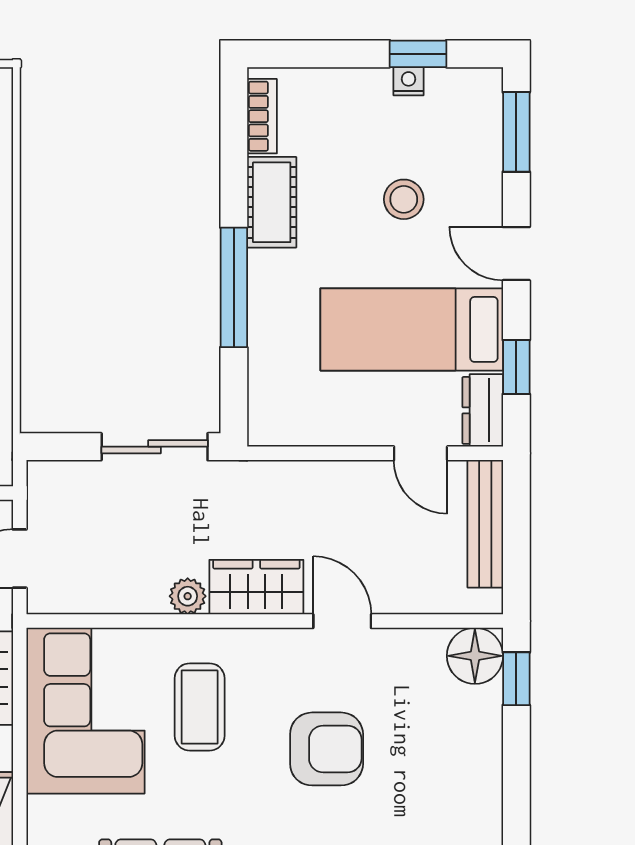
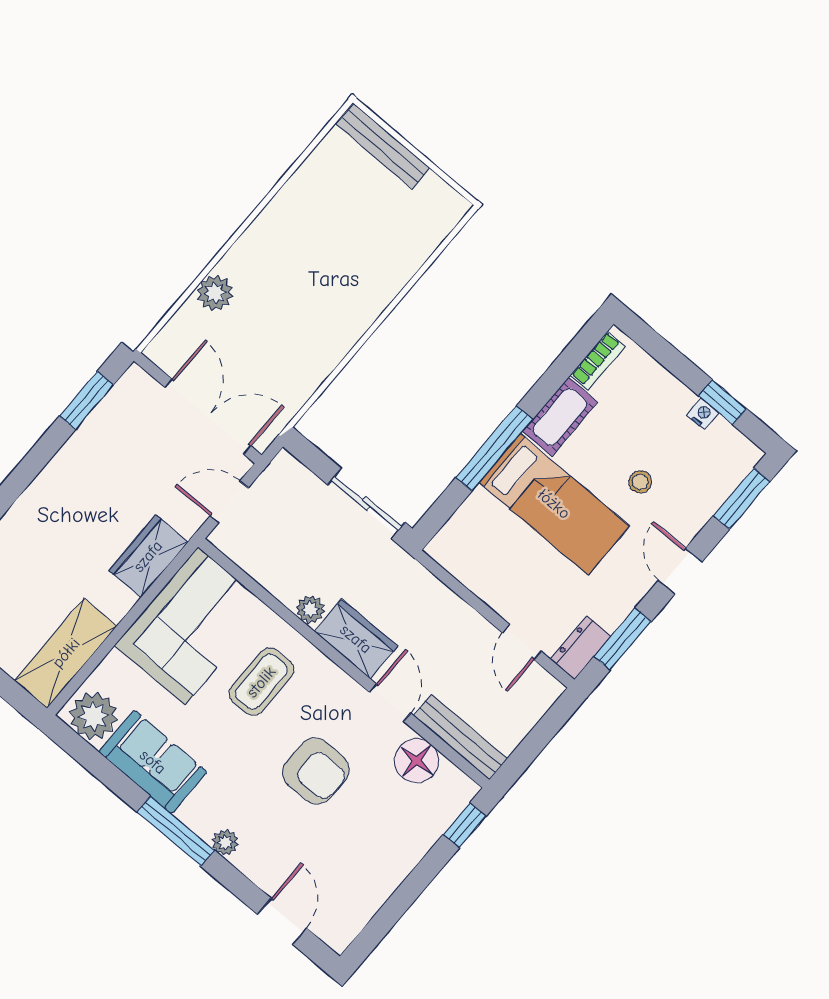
stool: (404, 199) -> (640, 482), width x0.73, depth x0.73
bed: (412, 329) -> (554, 504), moved, turned 180
window: (516, 367) -> (623, 639), width x1.50
bench: (485, 524) -> (460, 737), moved, turned 90
floor lamp: (475, 656) -> (417, 761), moved

